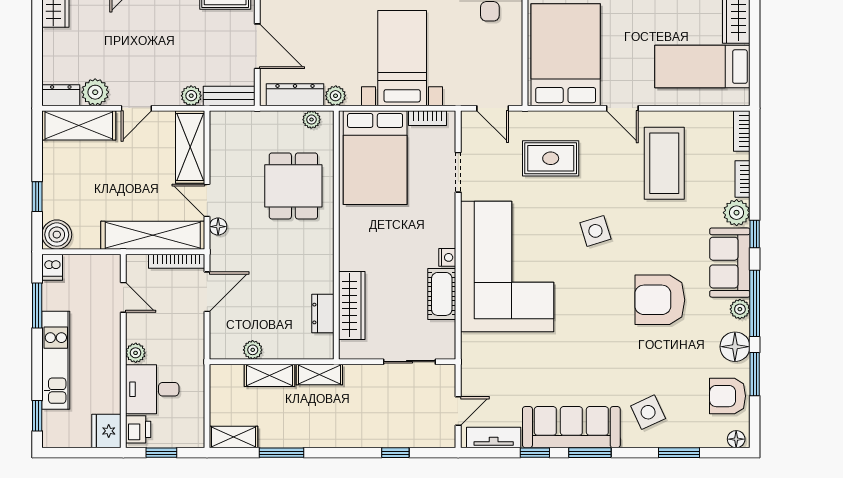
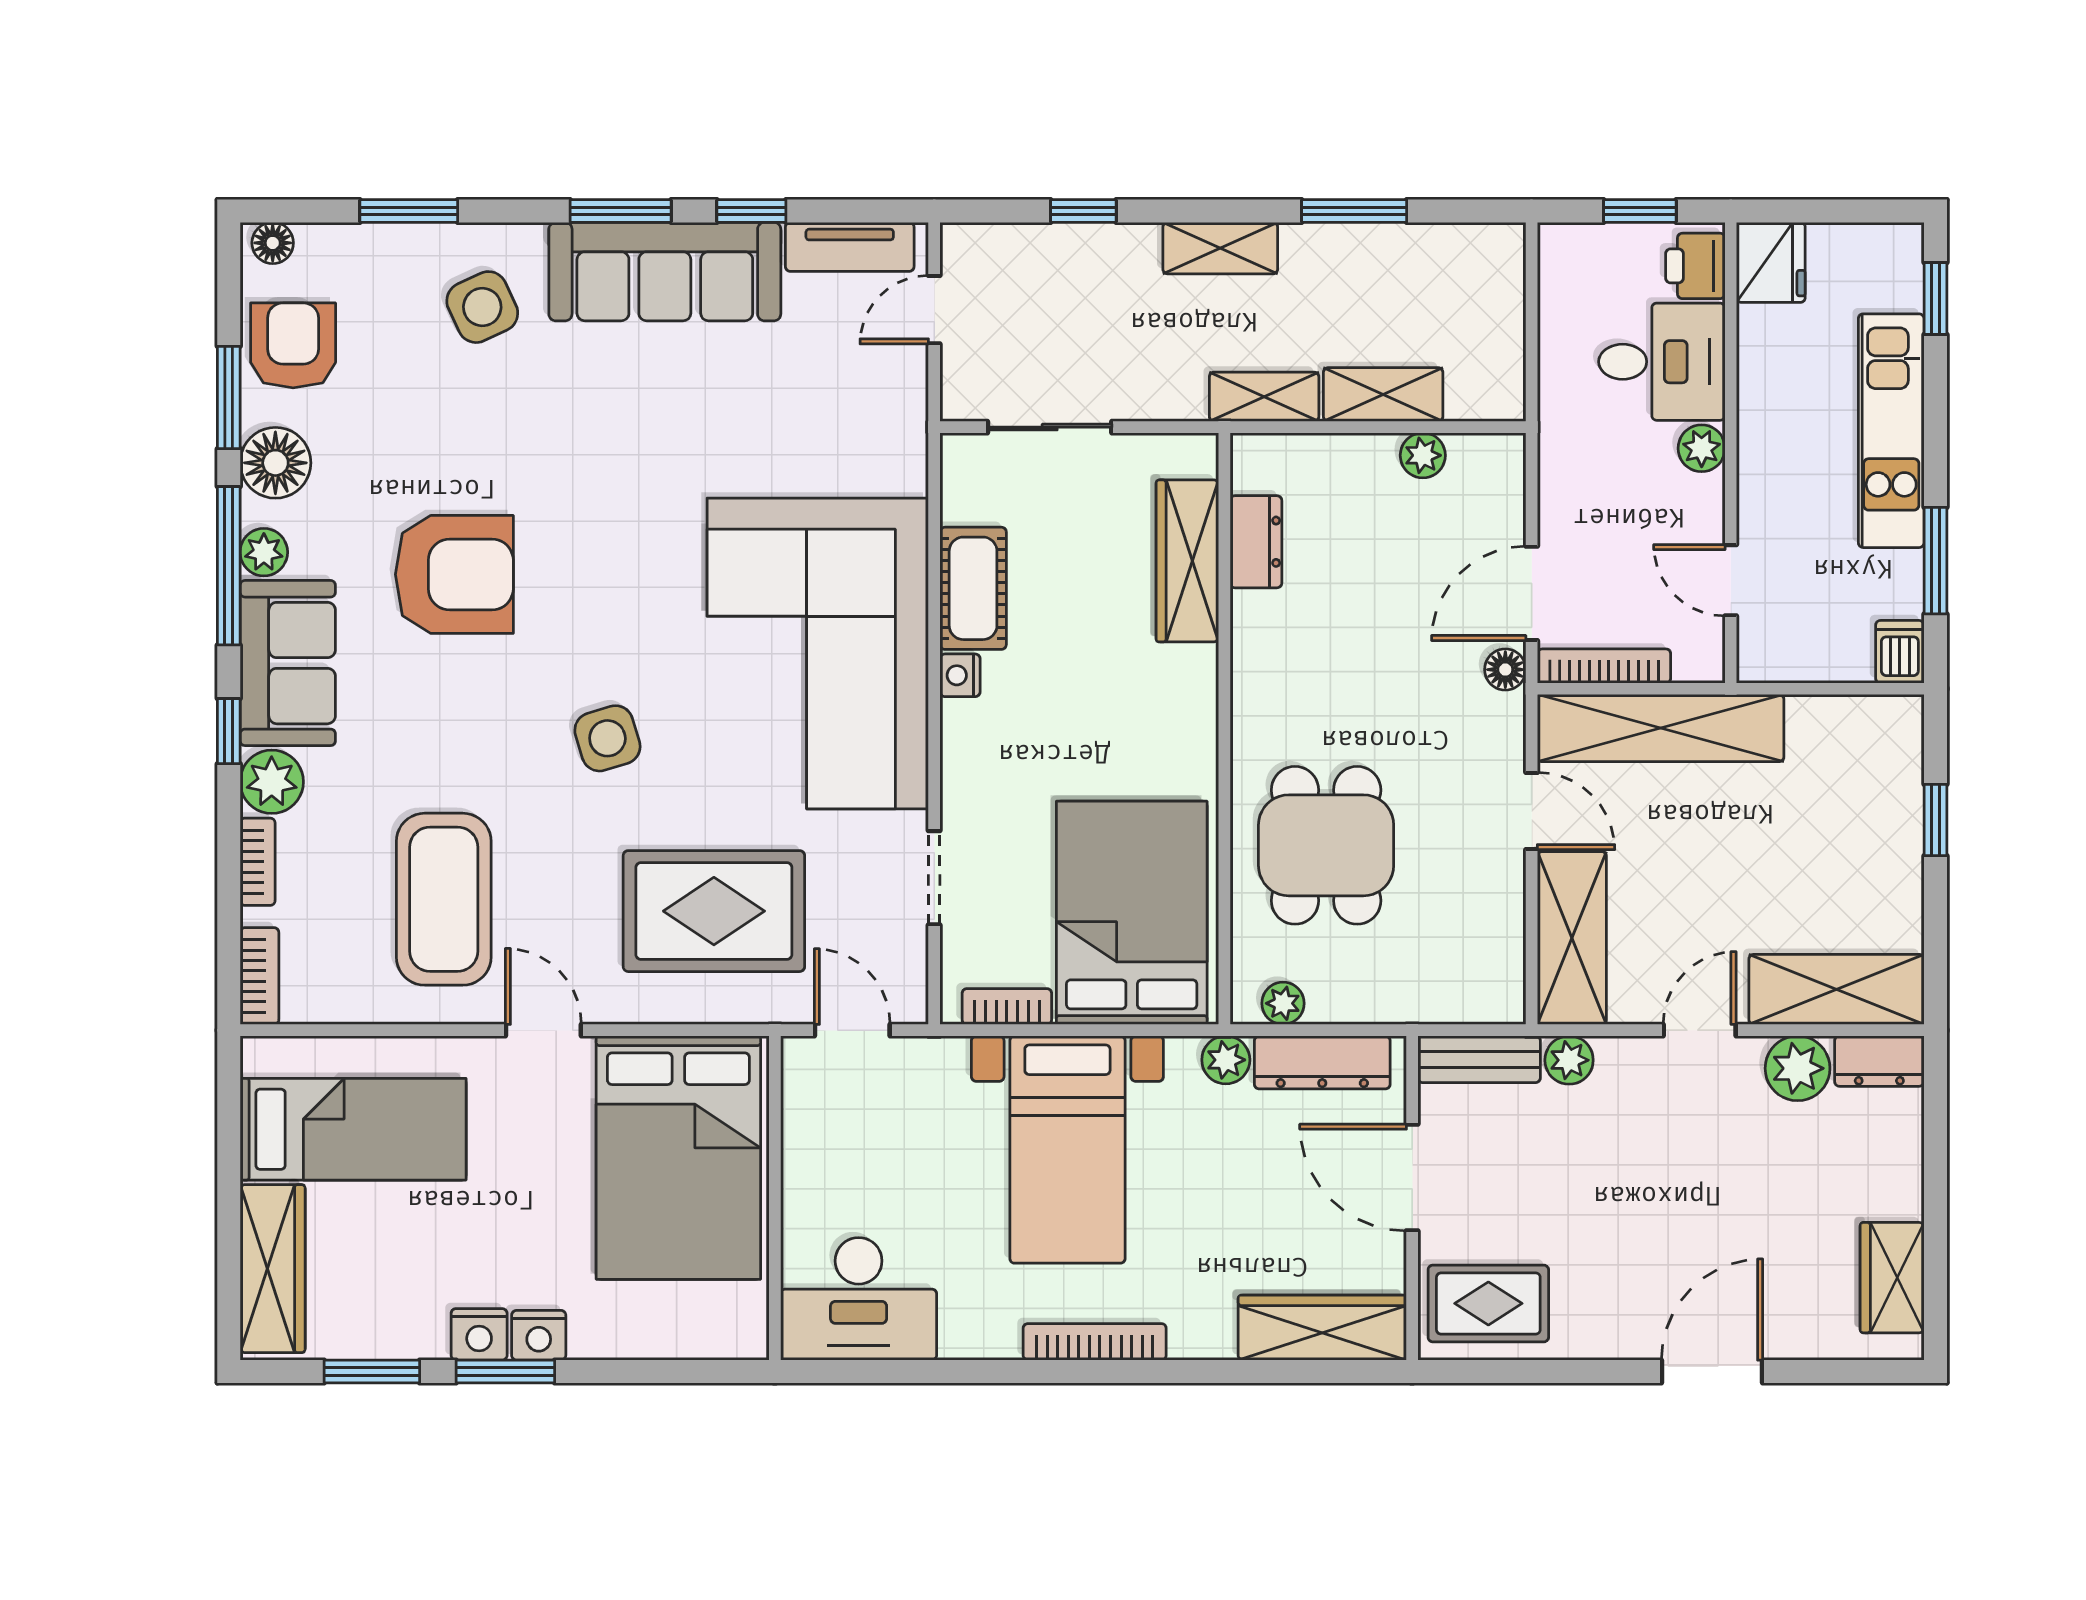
rug: (551, 158) -> (714, 911), width x1.36, depth x1.43
floor lamp: (218, 227) -> (1505, 670), moved
boiler: (57, 235) -> (1889, 730), removed
armchair: (728, 396) -> (293, 345), turned -90
shelving: (234, 437) -> (1220, 248), moved

